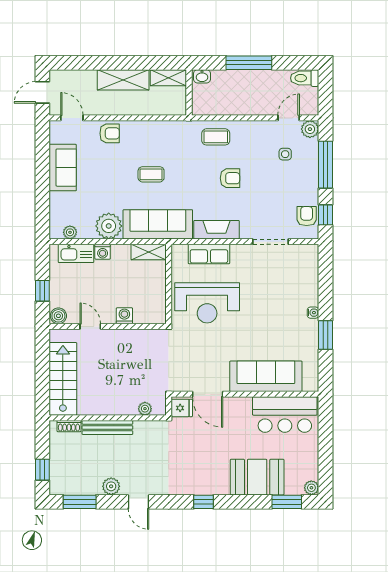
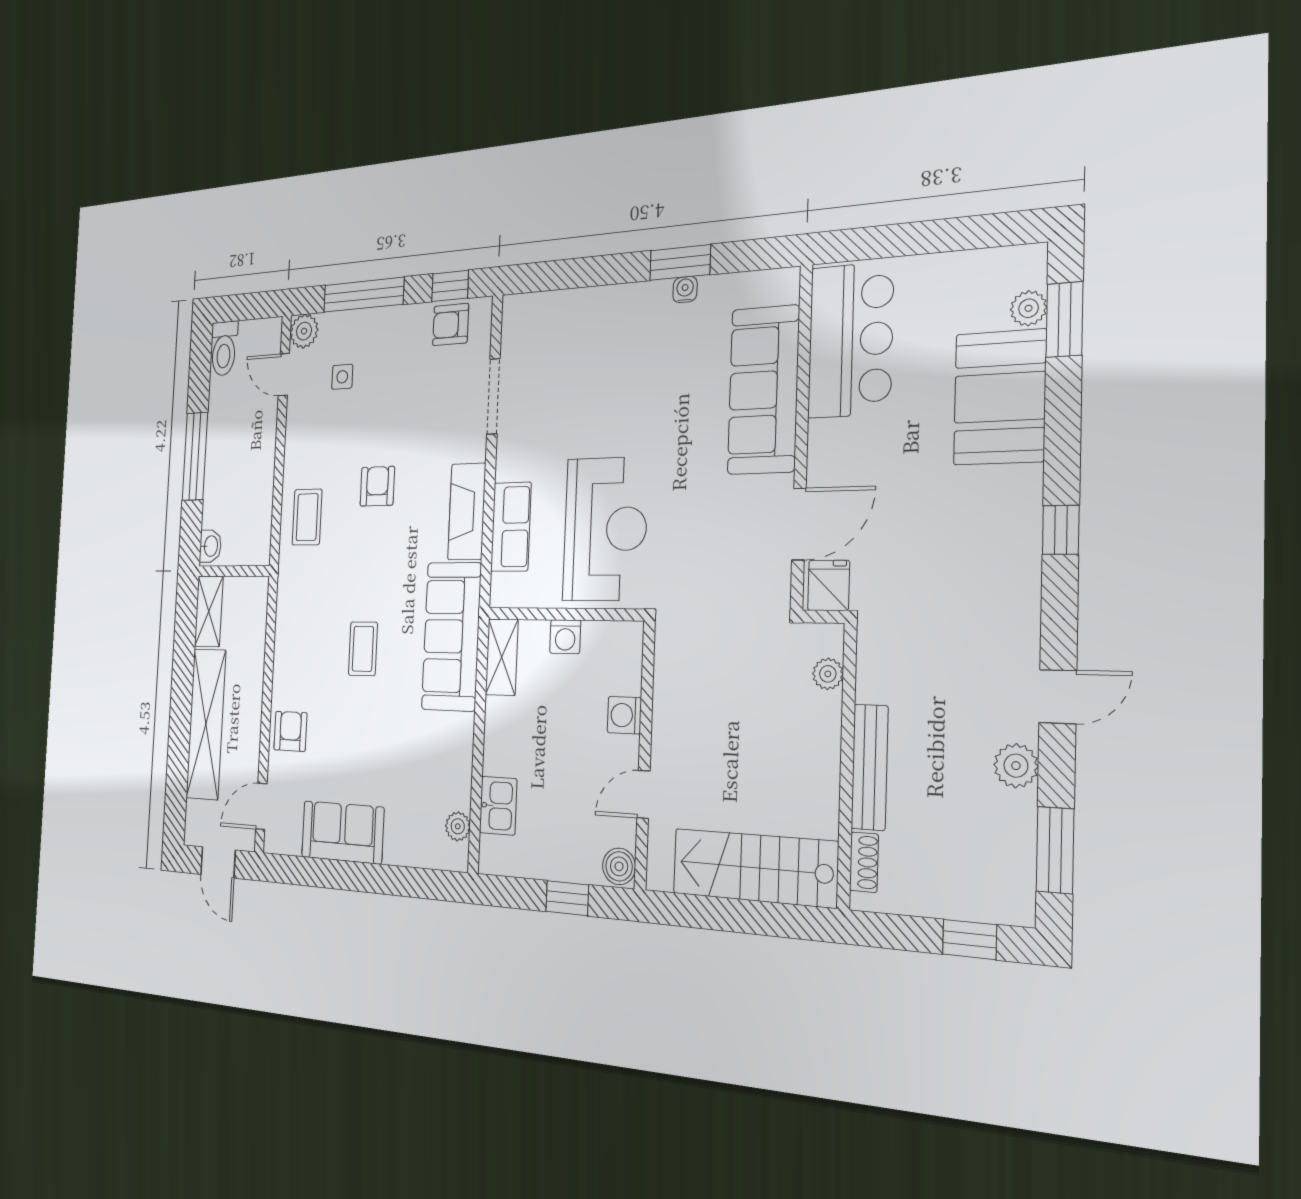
shelving: (123, 80) -> (206, 724), width x1.47
plant: (109, 226) -> (450, 742), removed
washing machine: (103, 252) -> (565, 637), moved, turned 90
kitchen sink: (76, 253) -> (498, 806), width x0.73
water cooler: (313, 313) -> (685, 290), moved
plant: (311, 488) -> (1029, 308), moved

